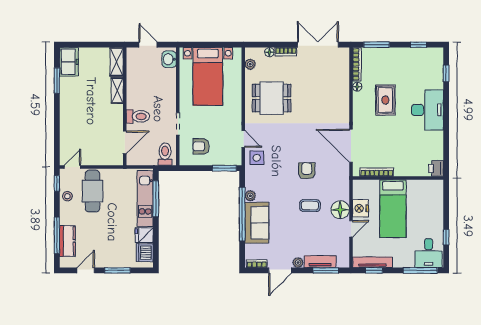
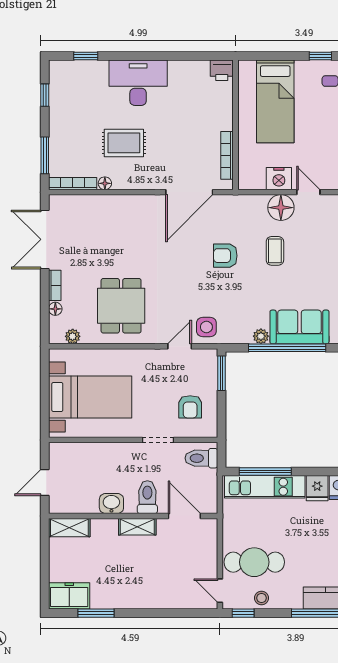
washbasin: (169, 59) -> (111, 504), moved, turned 180
shelving: (117, 90) -> (137, 527), moved
bed: (393, 209) -> (275, 101), moved, turned 90

